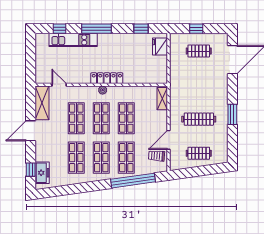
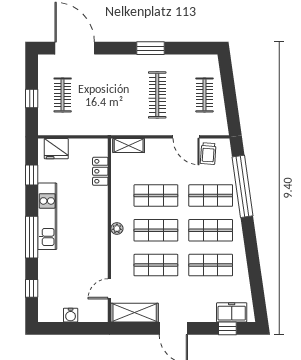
kitchen unit: (73, 40) -> (47, 216), moved
water cooler: (40, 57) -> (71, 315), added
locker: (107, 78) -> (100, 171), moved, width x0.66

